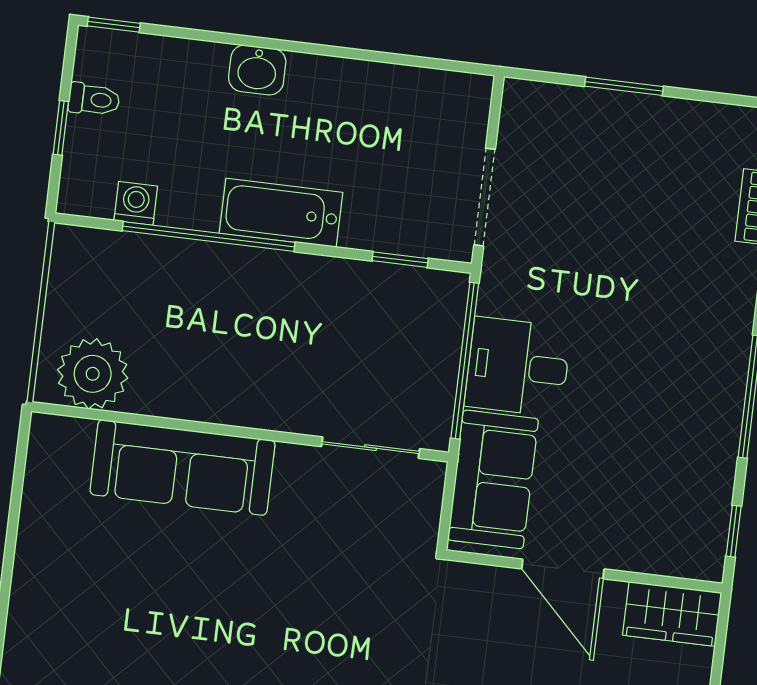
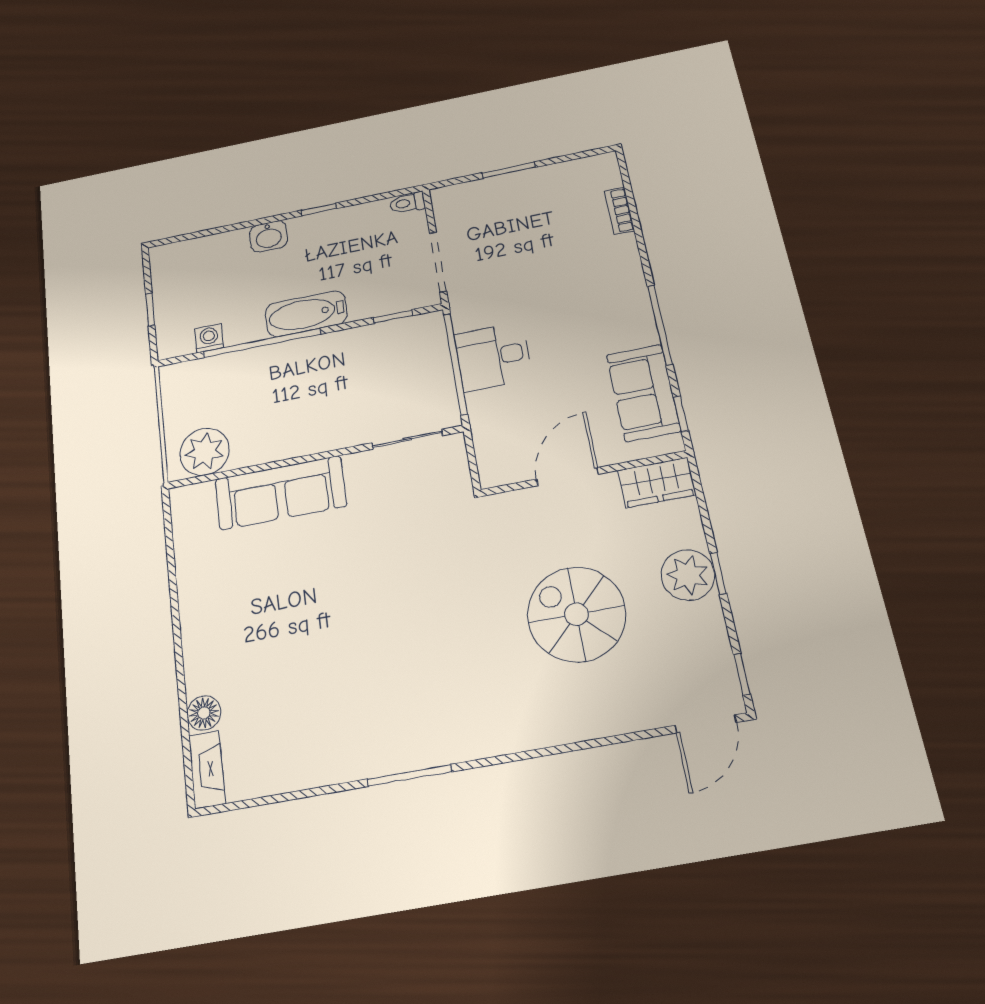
window: (114, 25) -> (319, 209), moved
toilet: (94, 99) -> (408, 203), moved, turned 180
sofa: (493, 479) -> (643, 393), moved, turned 180
door: (563, 569) -> (568, 477), swing flipped

